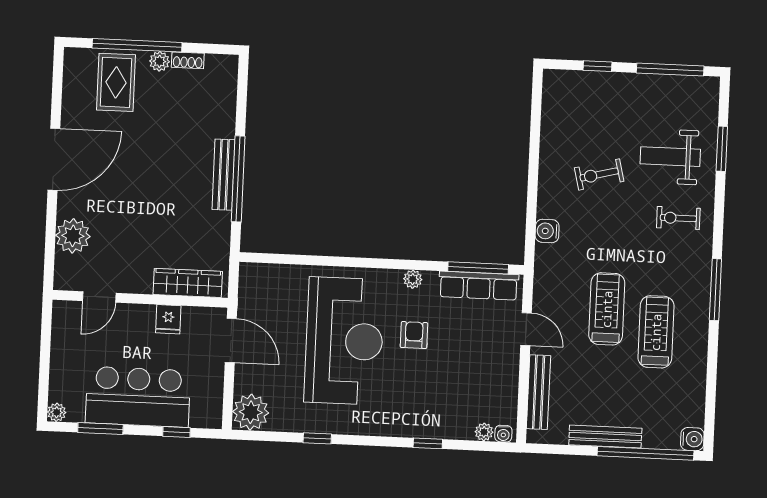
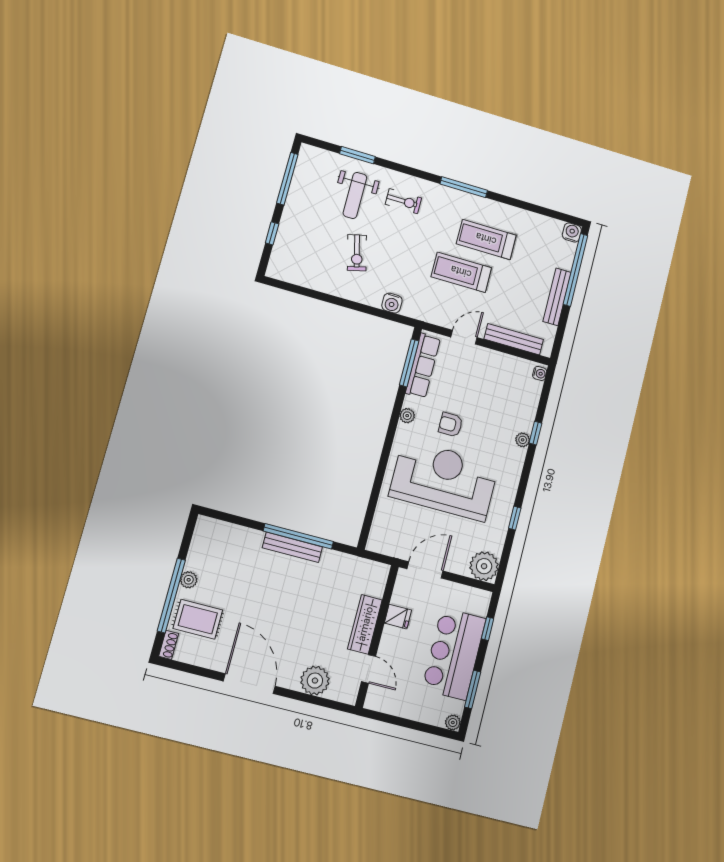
shoe rack: (188, 60) -> (169, 645), moved
exercise bike: (678, 218) -> (403, 201), turned -90
wardrobe: (188, 283) -> (365, 624), moved
plant: (484, 432) -> (523, 440), moved

